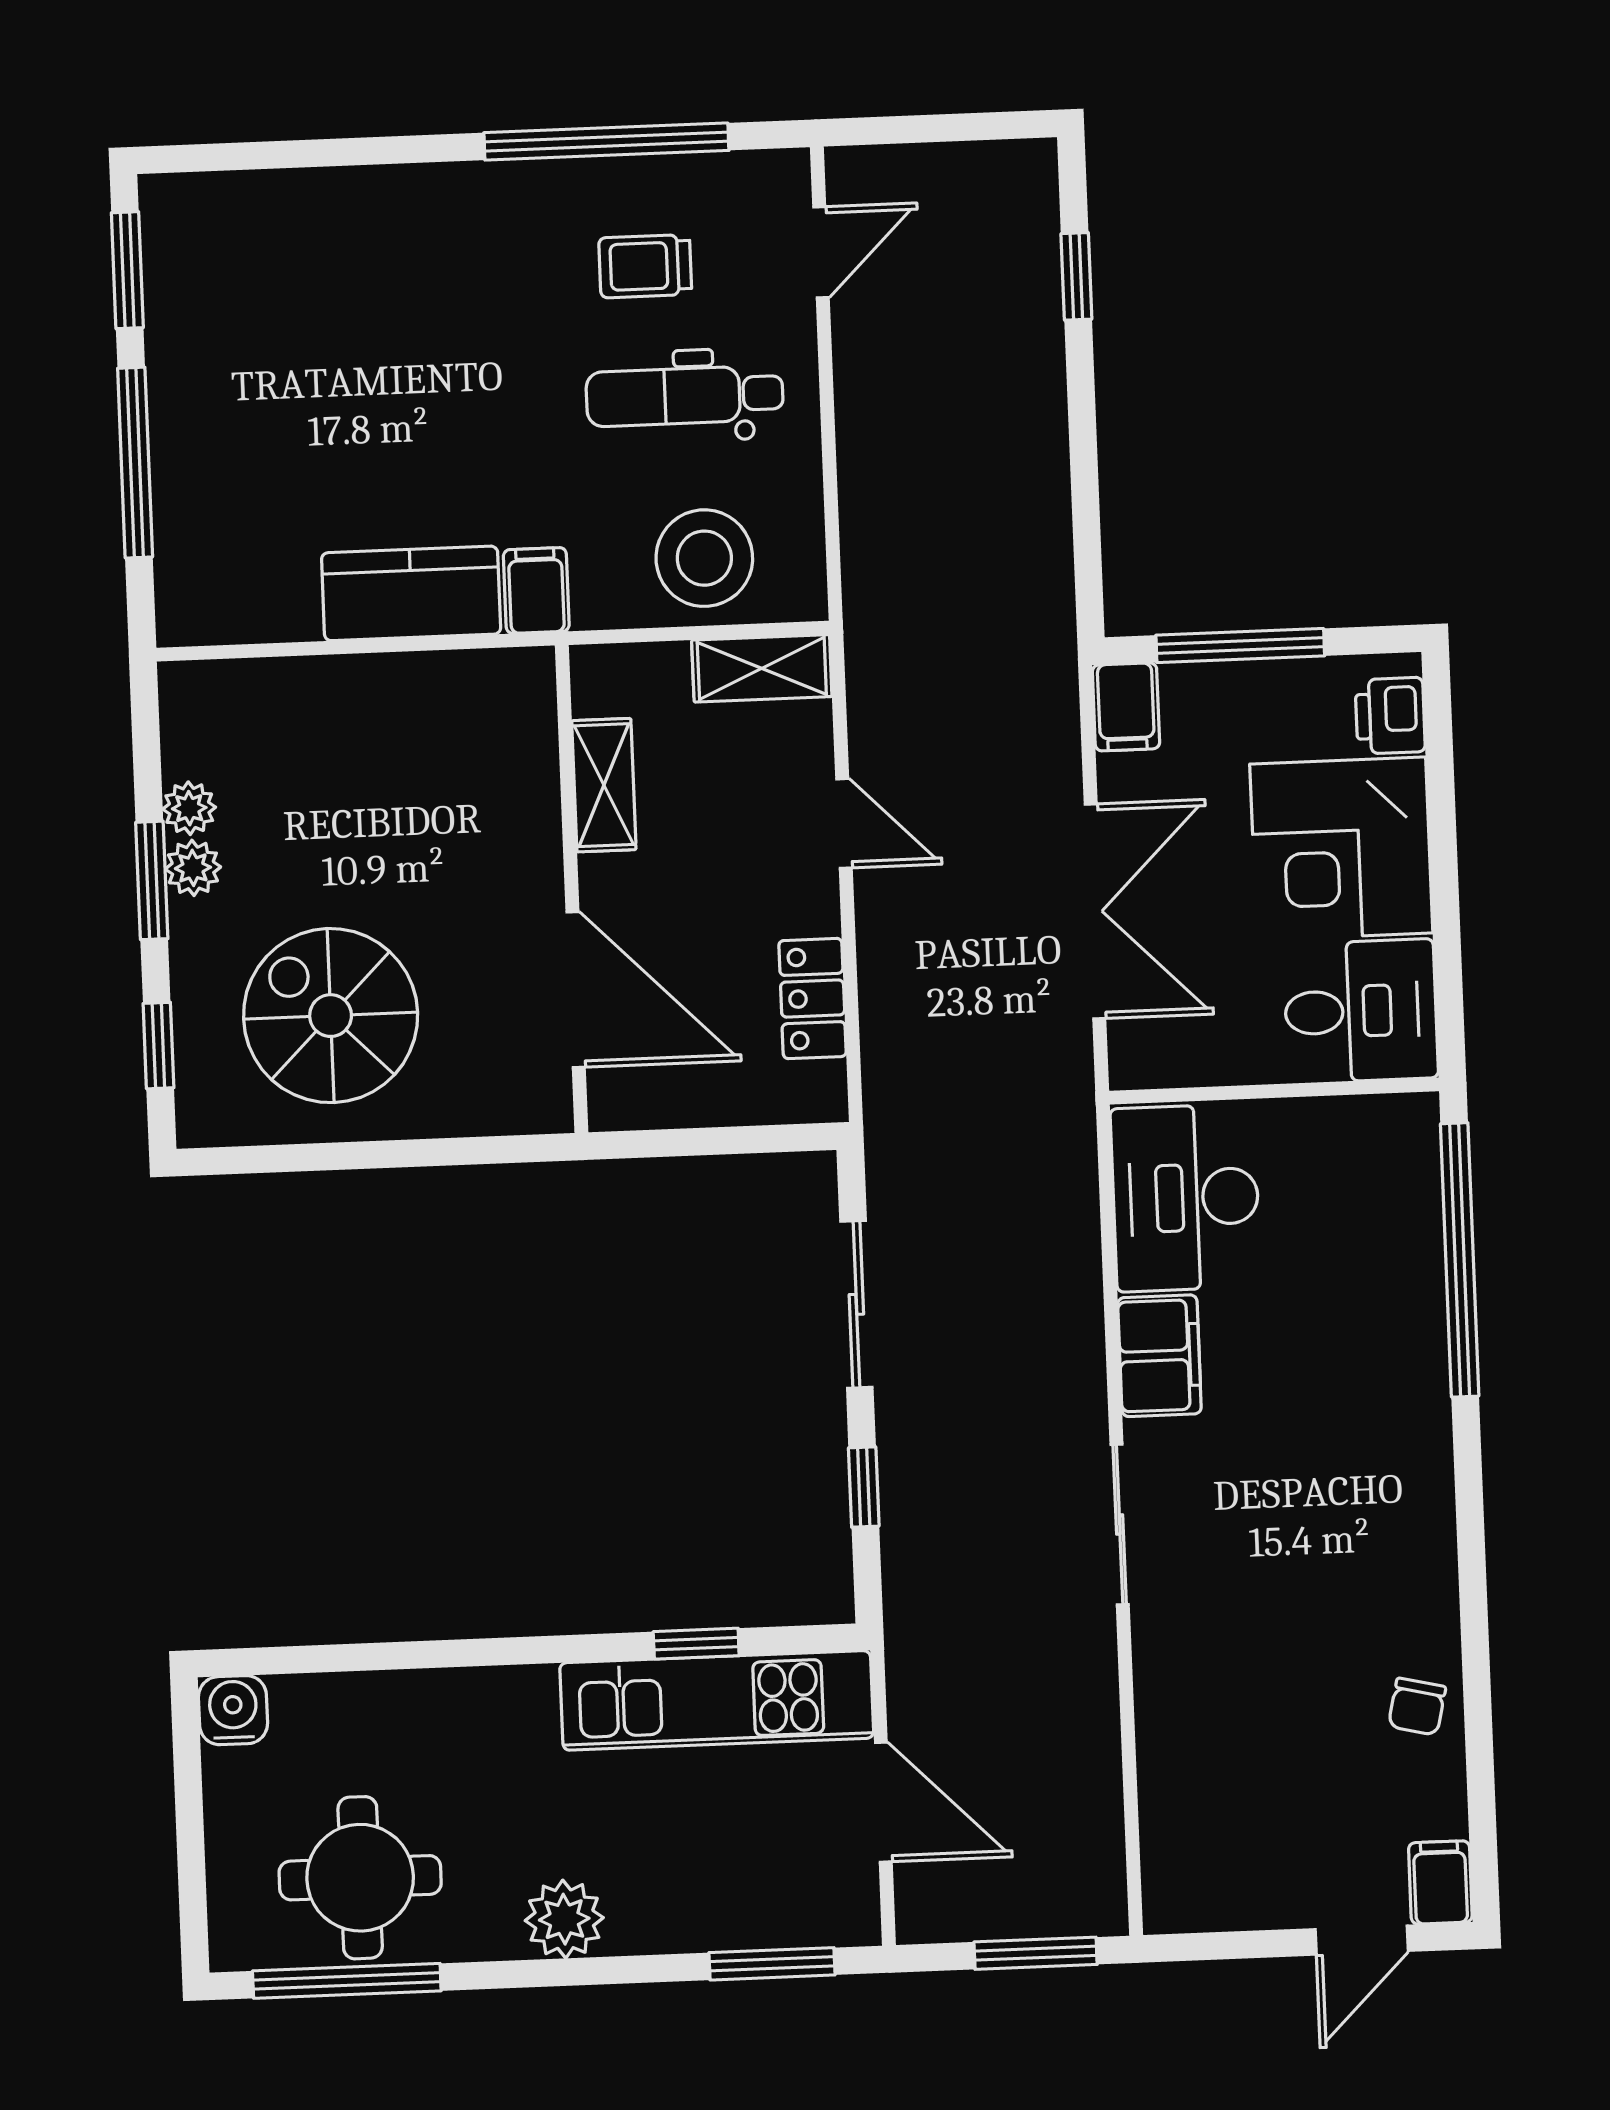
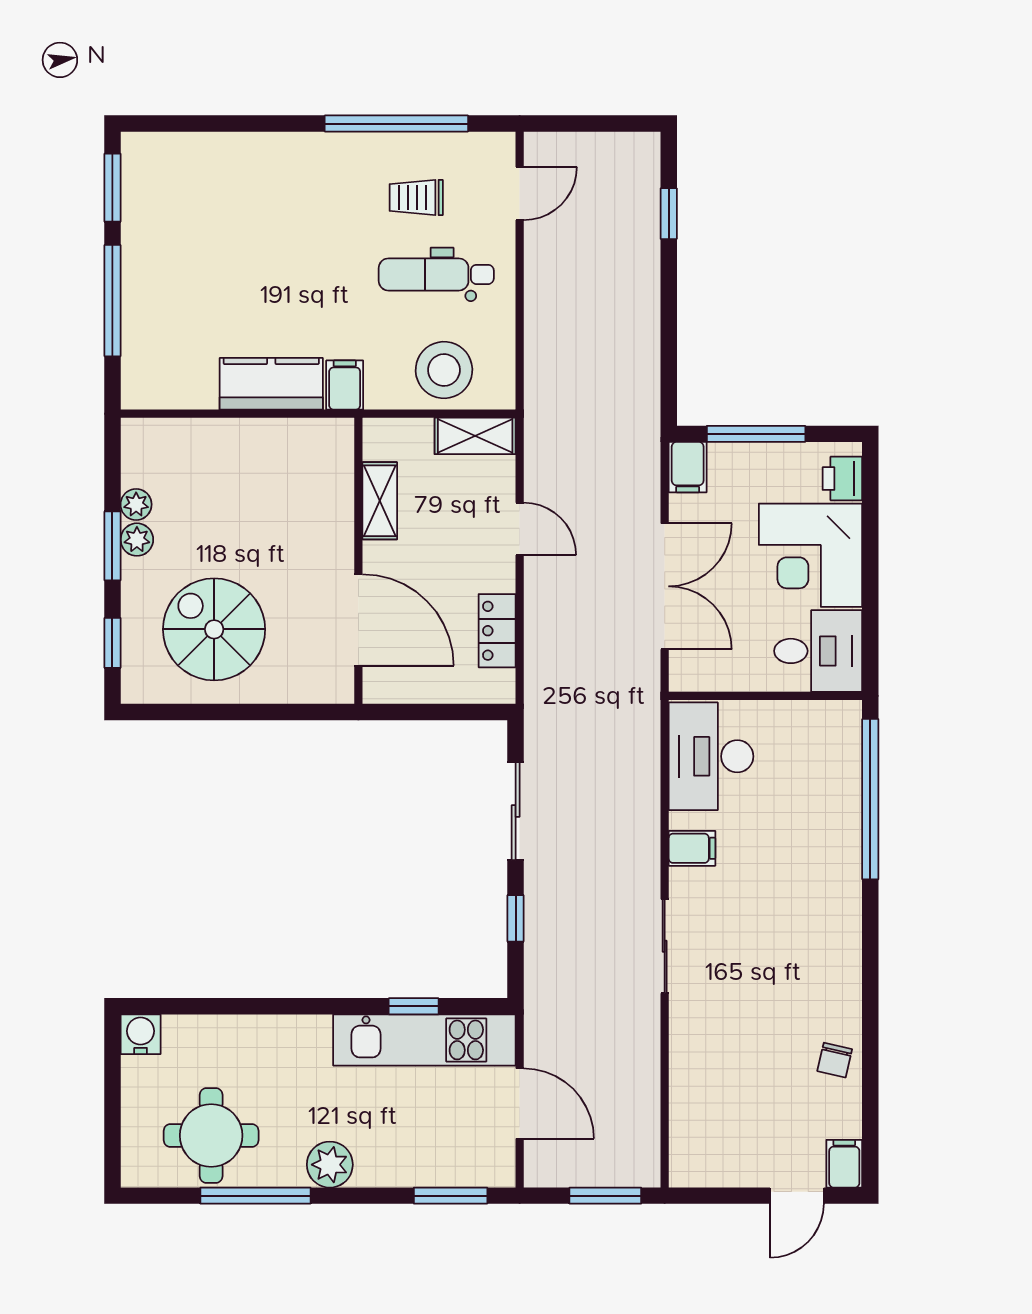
filing cabinet: (1159, 1356) -> (692, 848), width x0.50
window: (347, 1981) -> (255, 1196), moved

